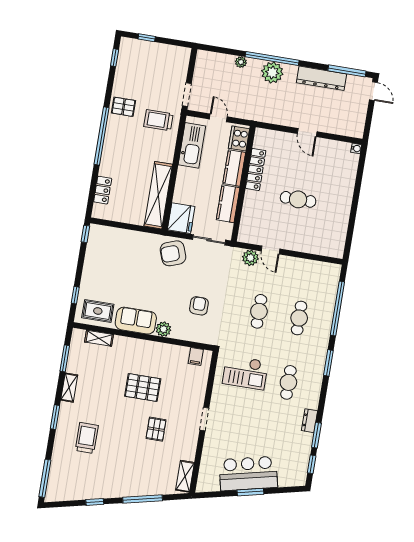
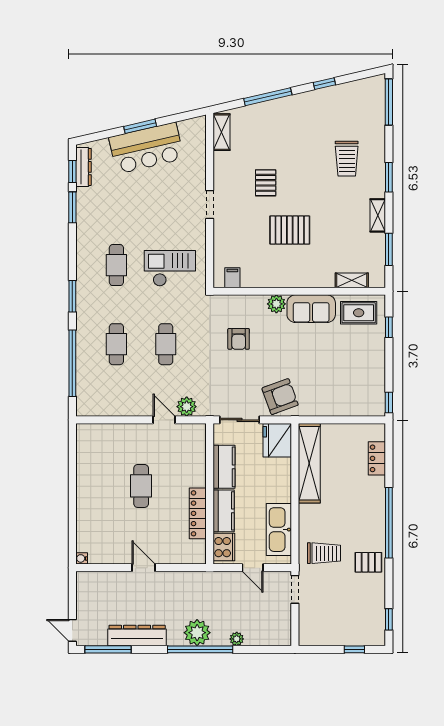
cafe table: (298, 199) -> (141, 486), turned 90
dresser: (310, 421) -> (84, 167), moved, width x1.44

